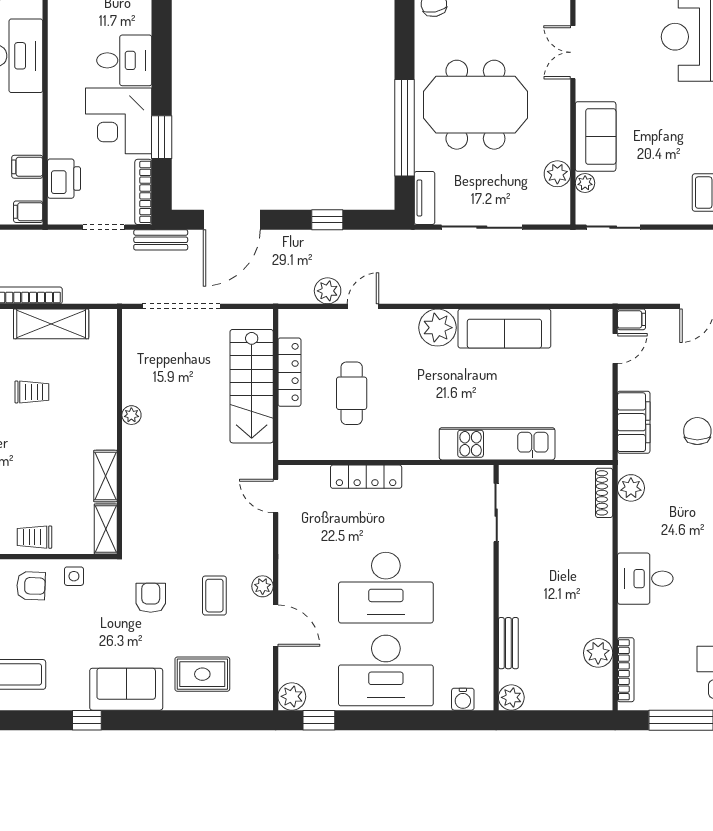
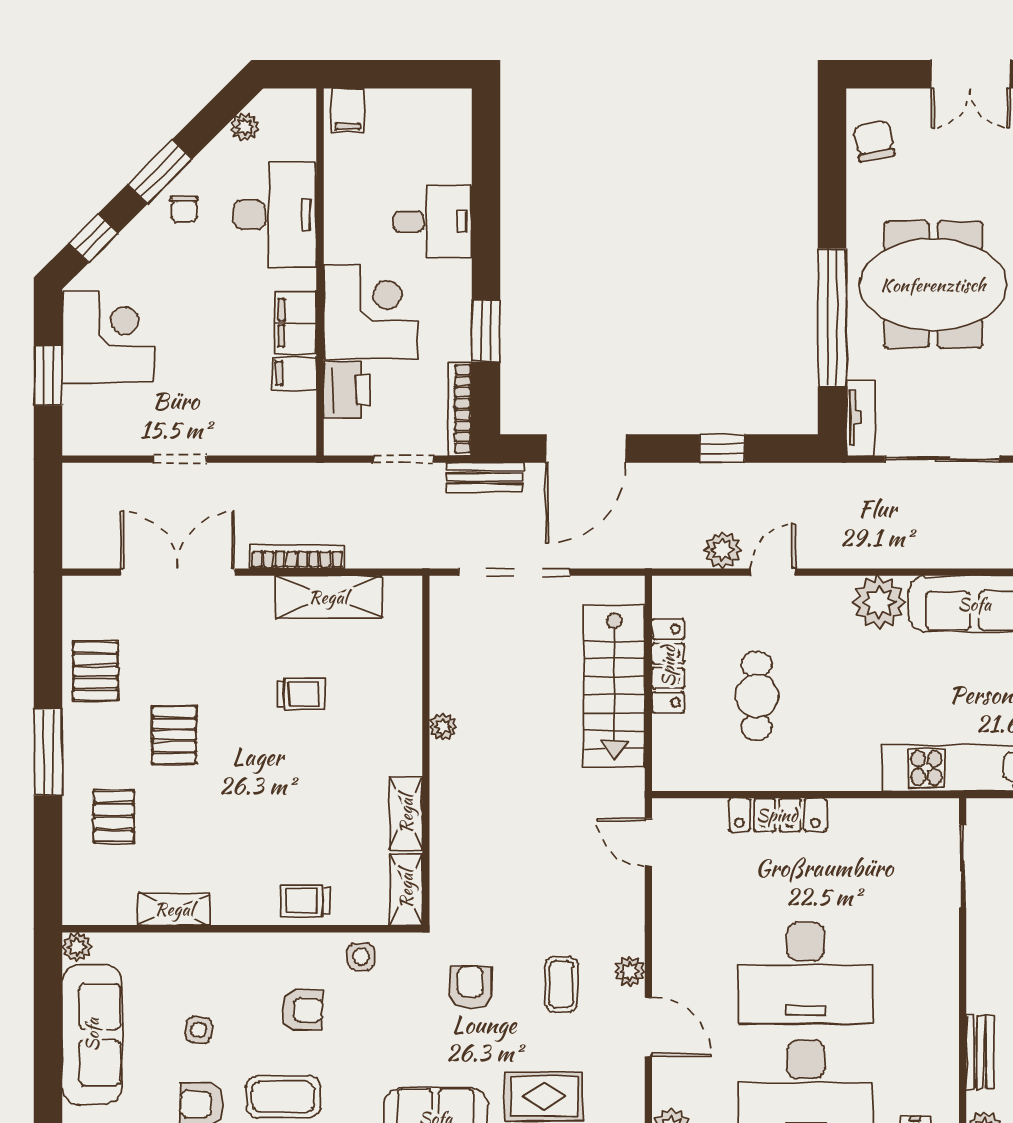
corner desk: (119, 121) -> (371, 312), moved, turned 180
filing cabinet: (28, 212) -> (296, 323), moved, width x2.00
armchair: (31, 586) -> (303, 1010), moved

